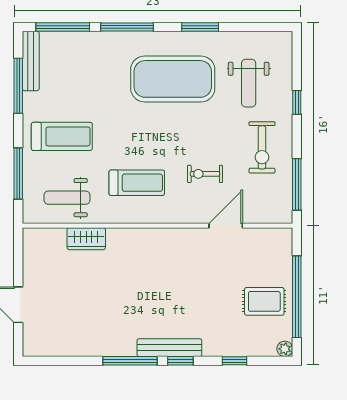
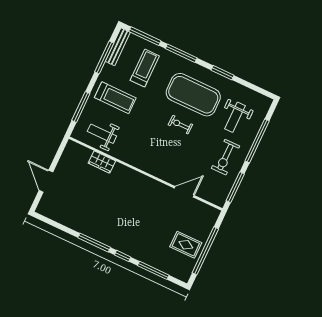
window: (297, 102) -> (257, 141), width x3.17
exercise bike: (205, 174) -> (180, 125), moved
treadmill: (137, 183) -> (145, 68), moved, turned -90
bench: (169, 348) -> (120, 246), removed
plant: (285, 349) -> (185, 277), removed
window: (235, 361) -> (153, 270), width x2.17

